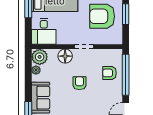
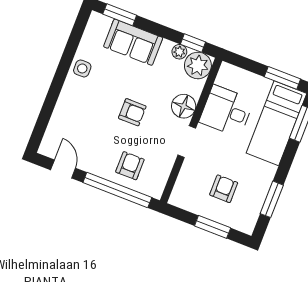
armchair: (102, 16) -> (224, 189), width x0.53, depth x0.53
desk: (44, 31) -> (226, 111), moved
window: (28, 64) -> (193, 43), added

